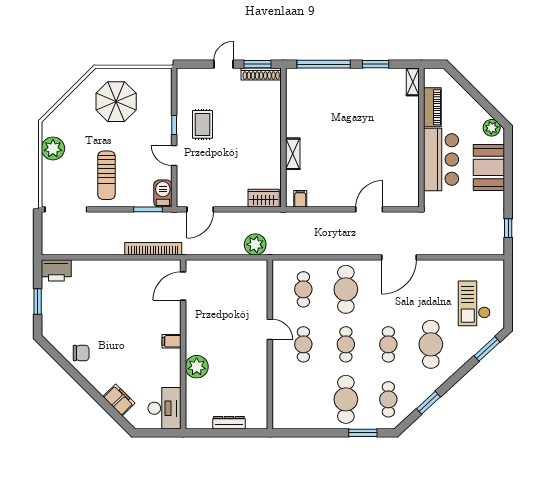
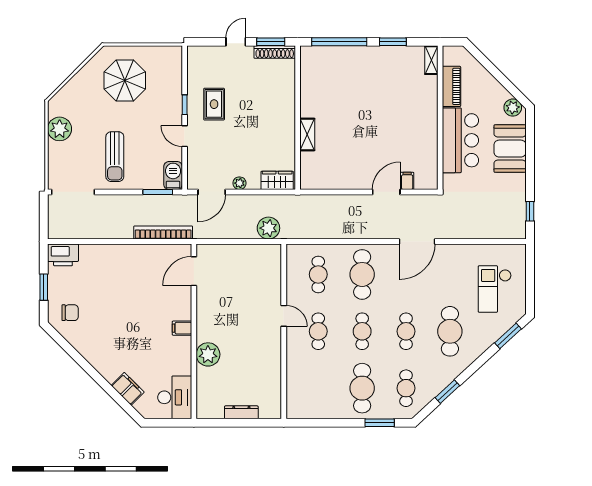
filing cabinet: (300, 199) -> (407, 181), moved
plant: (227, 201) -> (239, 183), added
chair: (81, 353) -> (70, 313), moved

